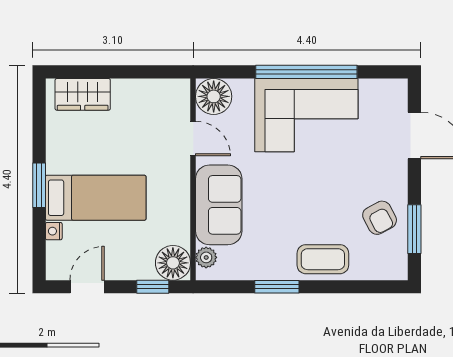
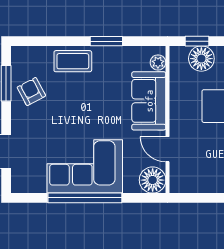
floor lamp: (173, 263) -> (201, 59), moved

